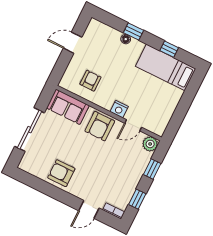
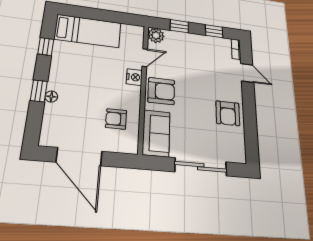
door: (73, 43) -> (79, 157), width x1.88
bed: (166, 67) -> (88, 31), moved, turned -90
door: (133, 125) -> (145, 58), hinge flipped

